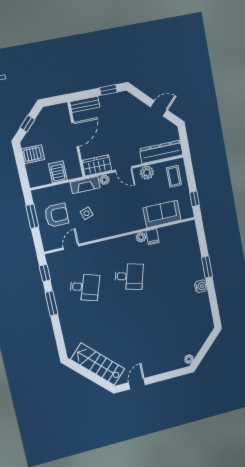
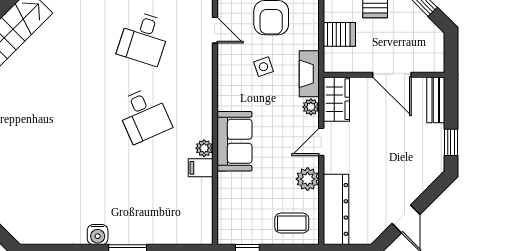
sofa: (162, 214) -> (234, 141), moved
desk: (129, 276) -> (144, 115), turned -39

